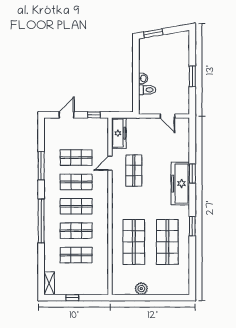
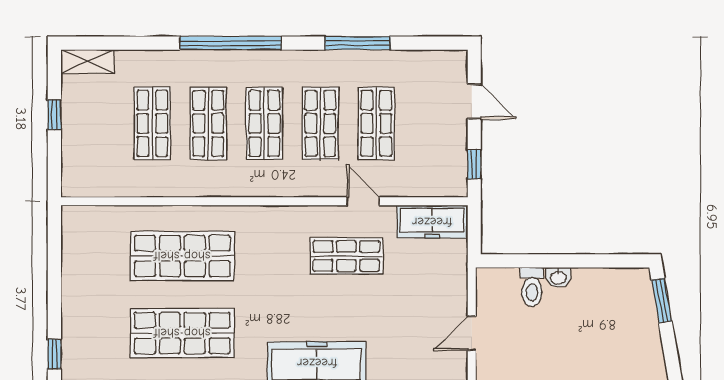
plant: (141, 289) -> (75, 273), removed
window: (177, 298) -> (54, 354), added

